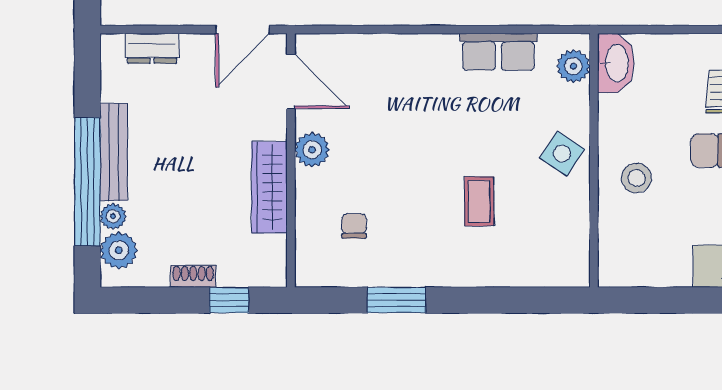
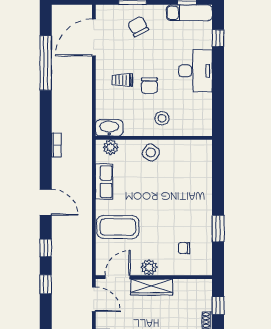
wardrobe: (269, 187) -> (152, 287), moved
coffee table: (479, 201) -> (118, 227), moved, width x1.86, depth x1.72

